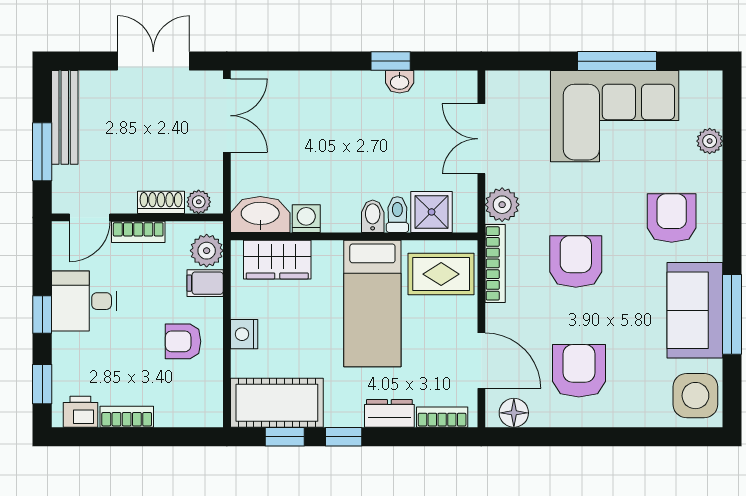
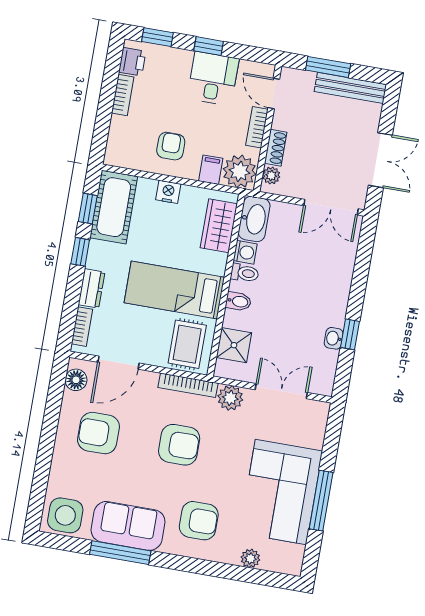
toilet: (397, 215) -> (245, 273), moved
plant: (207, 251) -> (240, 171), width x1.36, depth x1.36
armchair: (579, 371) -> (98, 433), turned 180

